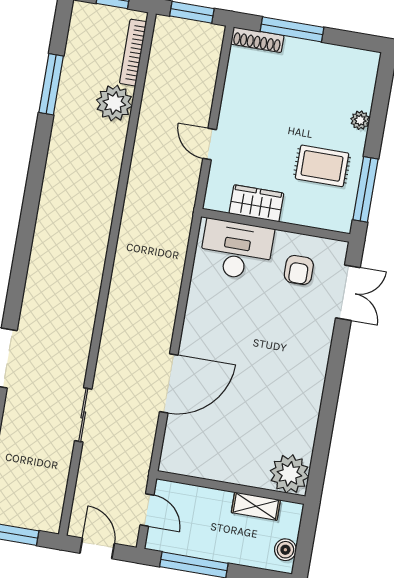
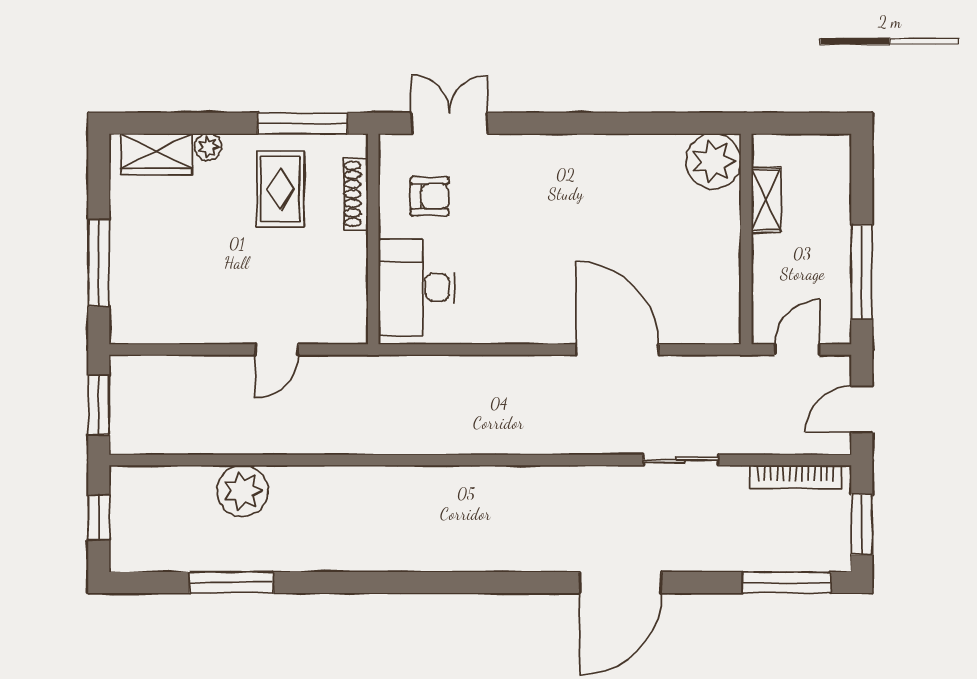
shoe rack: (257, 40) -> (356, 194), moved, turned 180
bookcase: (133, 53) -> (796, 477), moved
wardrobe: (256, 203) -> (156, 154), moved, turned -90
boiler: (285, 550) -> (819, 149), removed

